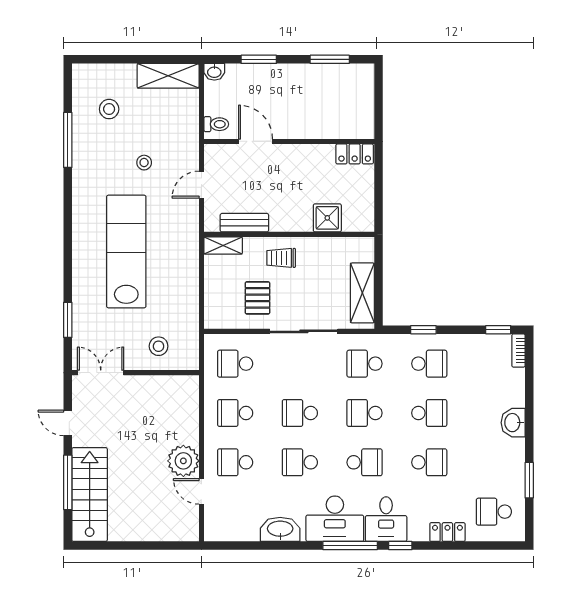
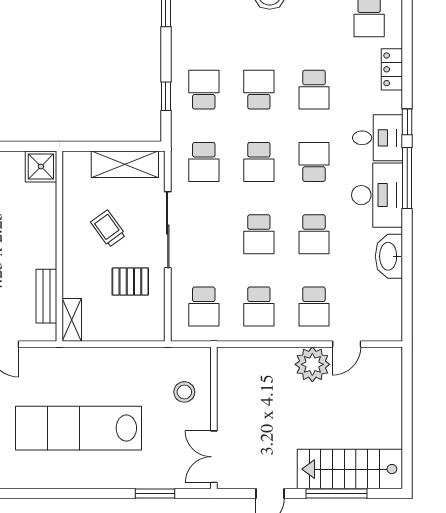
shower: (327, 218) -> (41, 167), moved
trolley: (281, 258) -> (108, 229), moved, turned 144
school desk: (429, 462) -> (314, 90), turned 180

